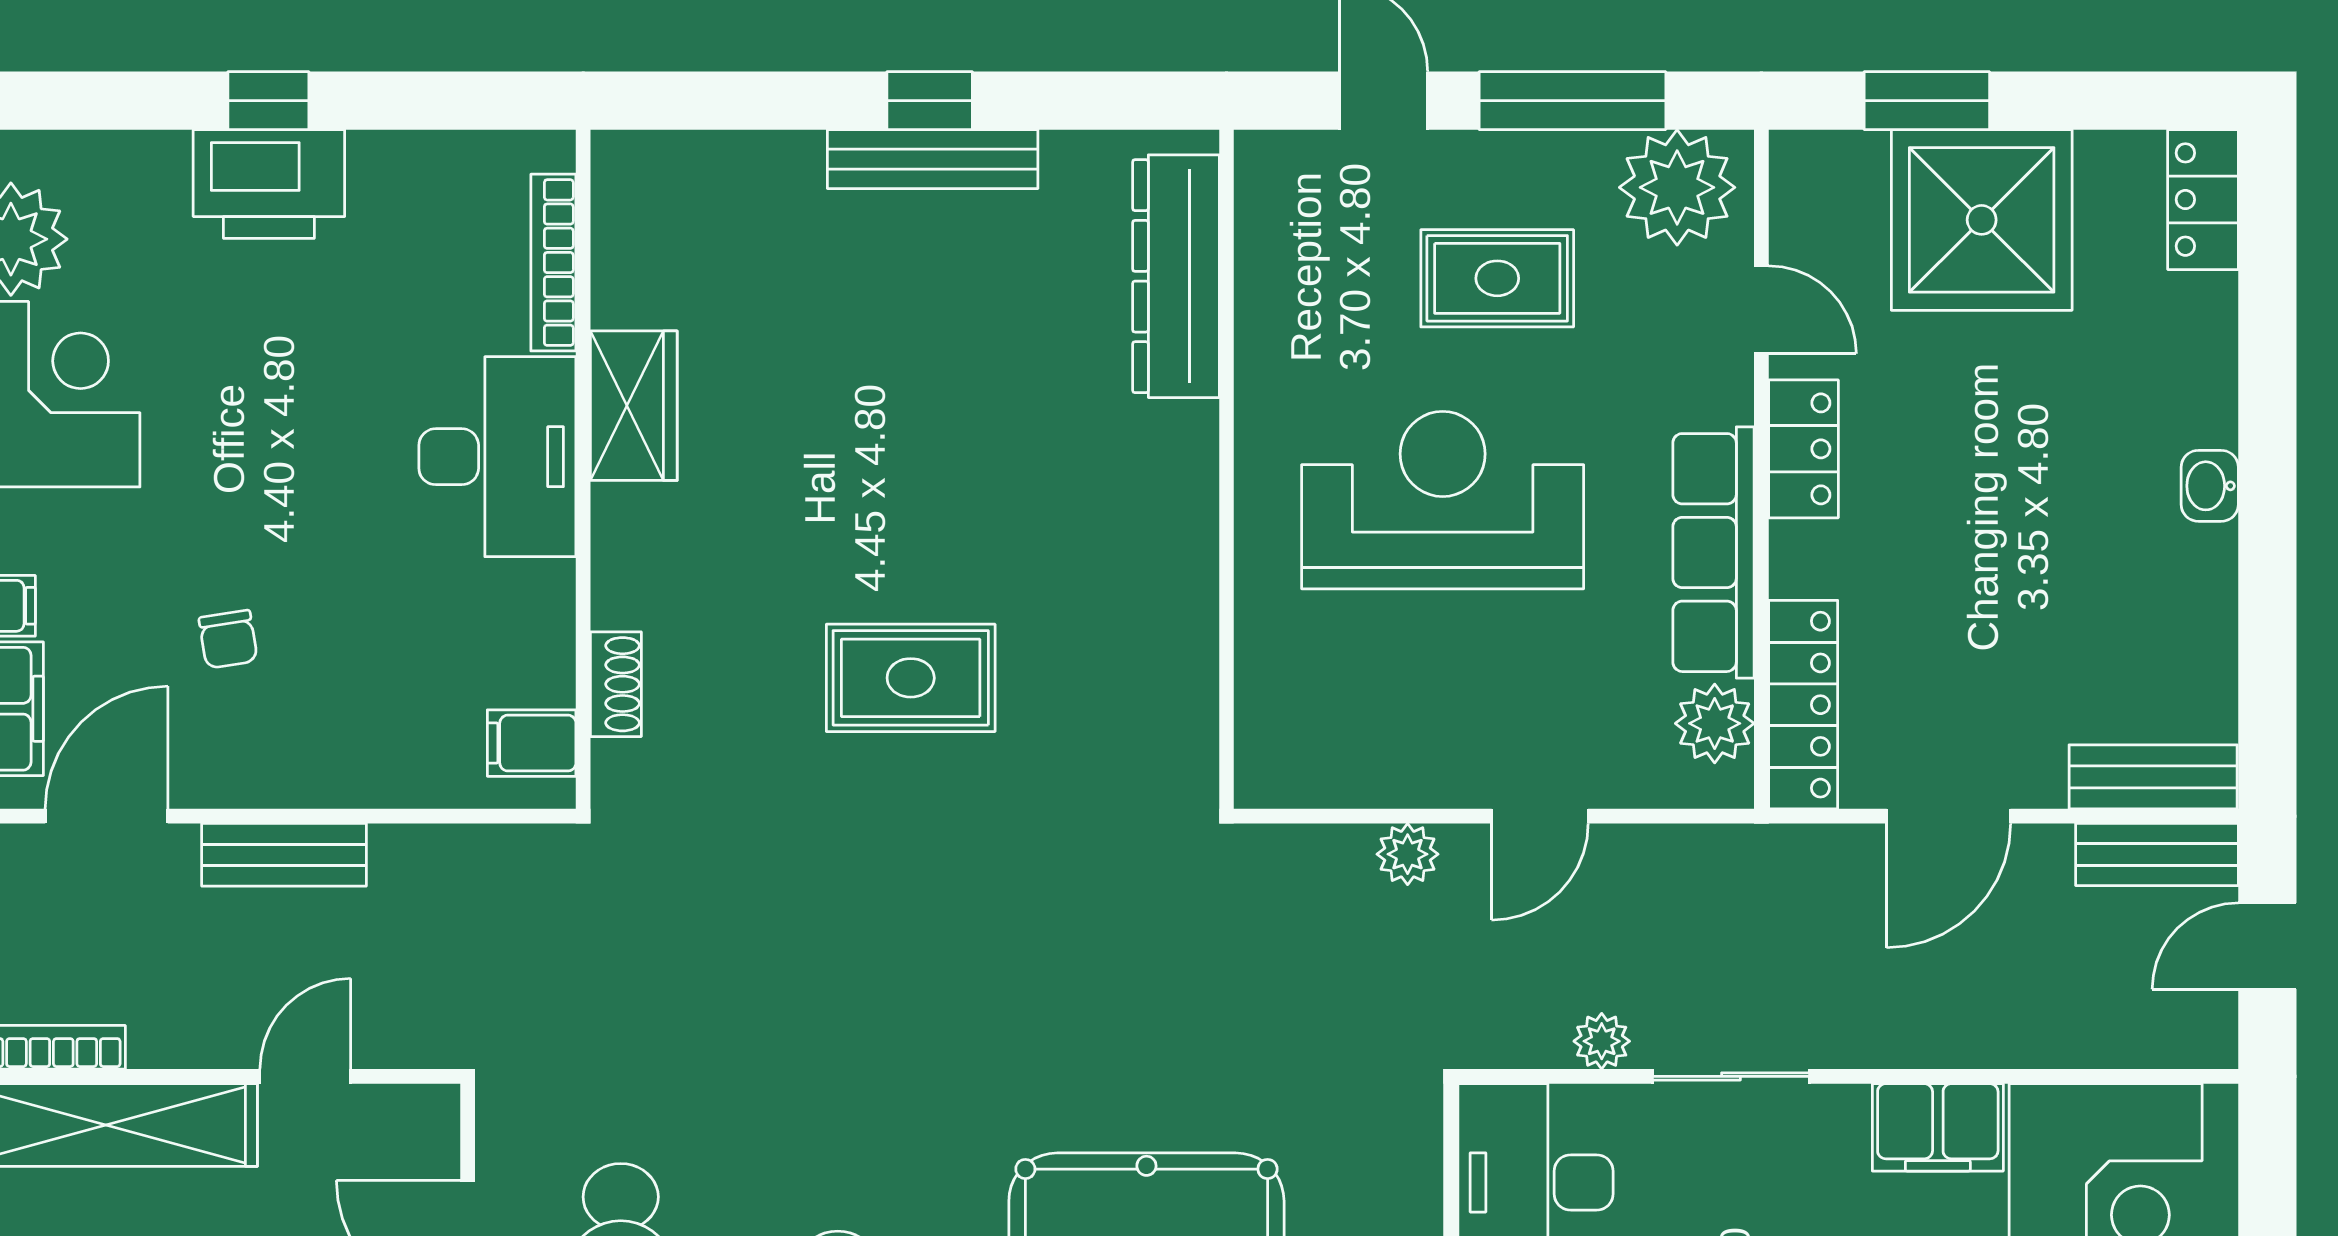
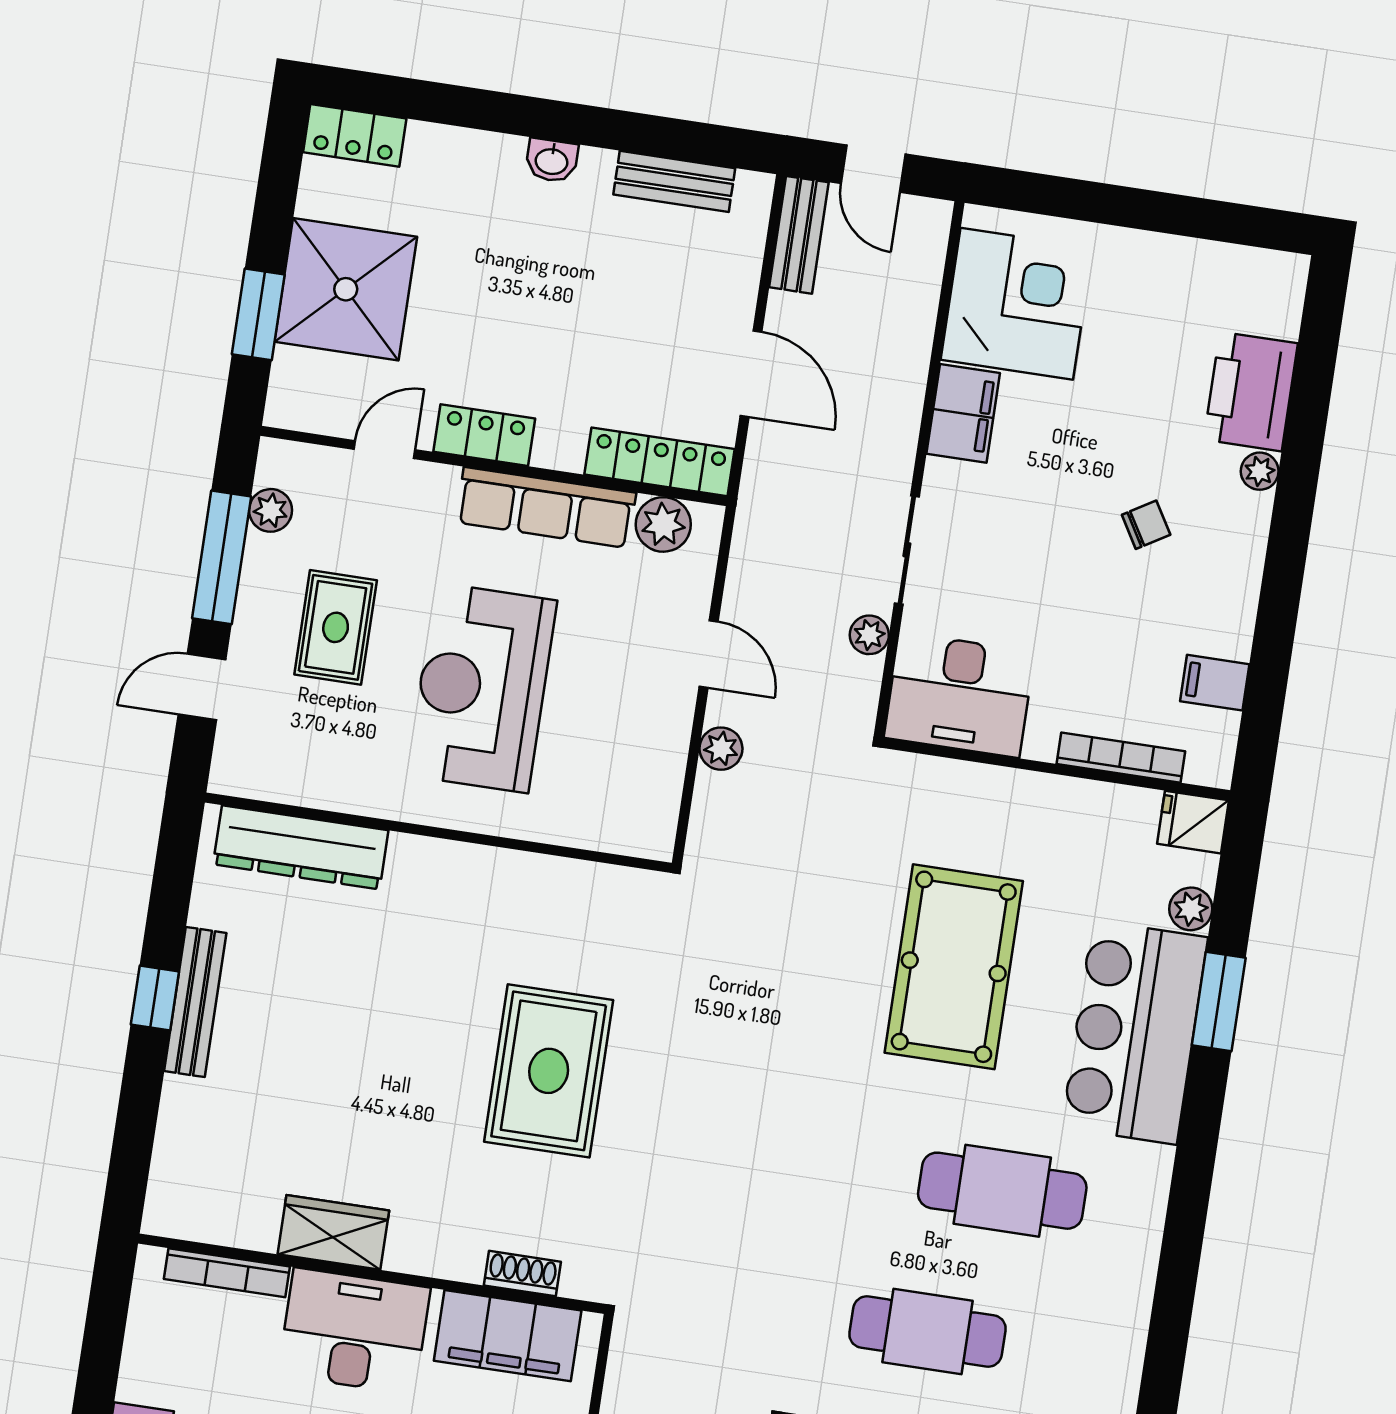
plant: (1677, 187) -> (271, 510), width x0.53, depth x0.53
rug: (911, 678) -> (549, 1071), width x1.36, depth x1.43
filing cabinet: (532, 743) -> (508, 1336), width x3.00, depth x1.17
bench: (2153, 777) -> (674, 181), moved, turned 90

